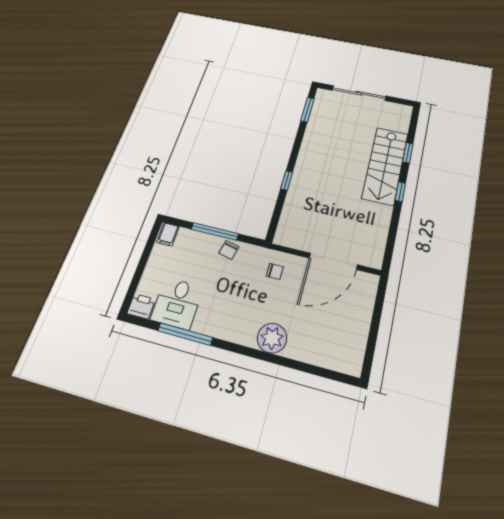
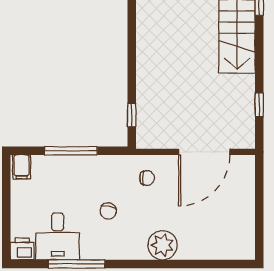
window: (287, 181) -> (132, 115), moved
window: (400, 192) -> (259, 105), moved
chair: (229, 250) -> (108, 211), moved

